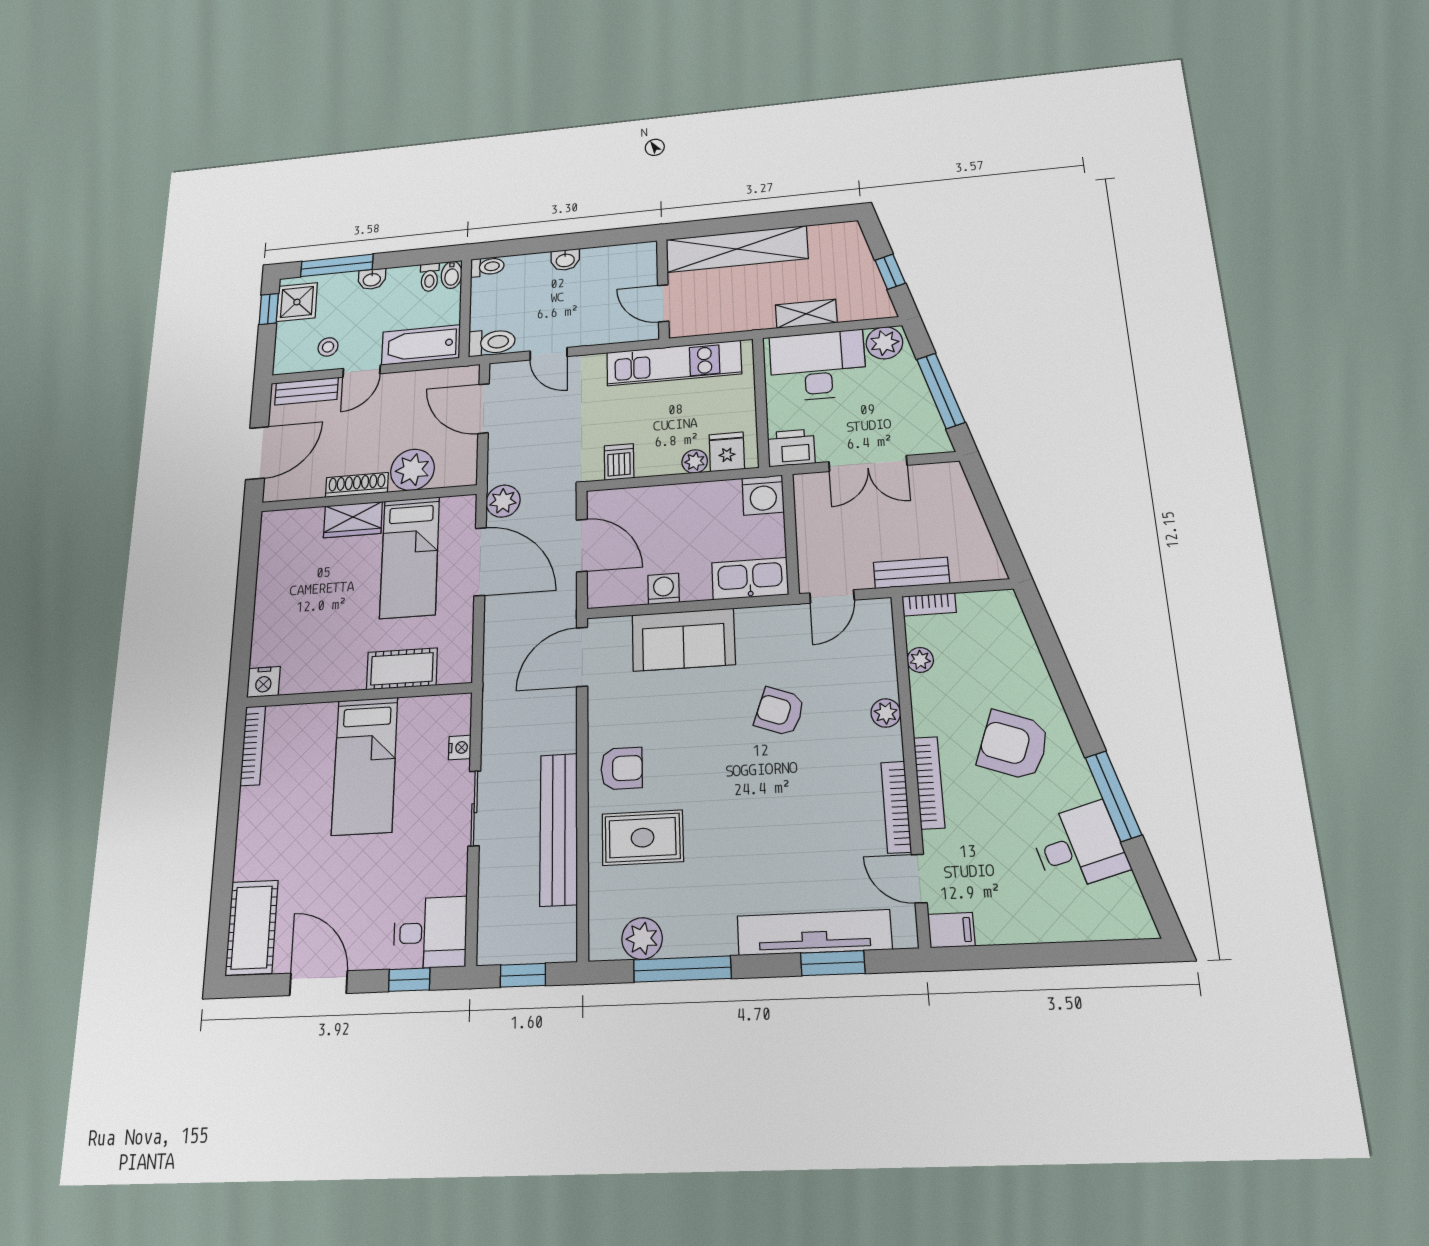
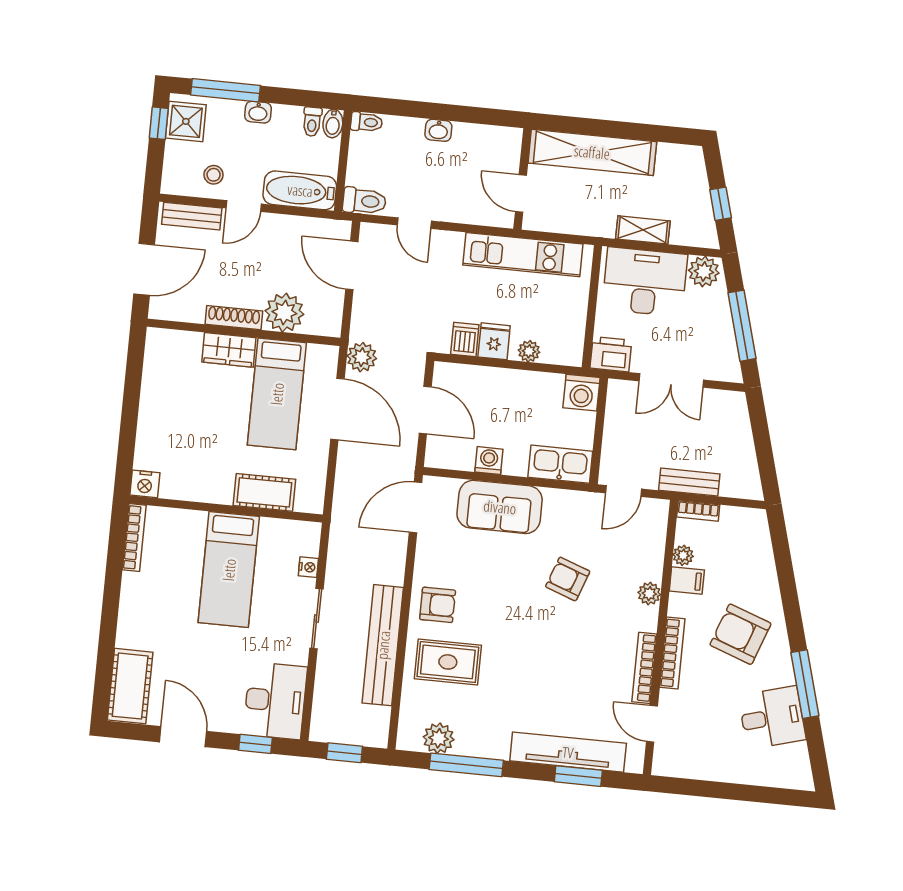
fridge: (727, 452) -> (494, 341), moved
filing cabinet: (951, 930) -> (687, 580), moved
desk: (430, 933) -> (275, 701), width x1.37

